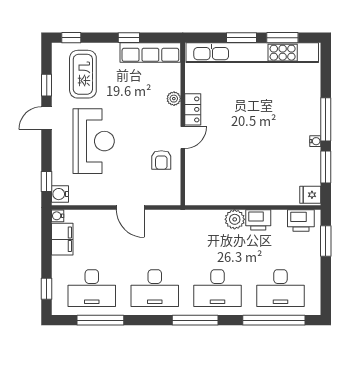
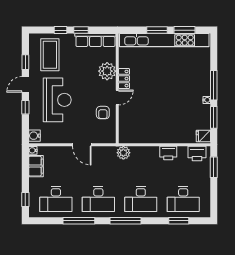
window: (71, 38) -> (61, 30), moved
plant: (174, 99) -> (107, 71), width x1.87, depth x1.87
window: (47, 182) -> (25, 107), moved
plant: (235, 219) -> (123, 153), moved
window: (100, 320) -> (79, 221), moved
window: (274, 320) -> (179, 221), width x0.47

